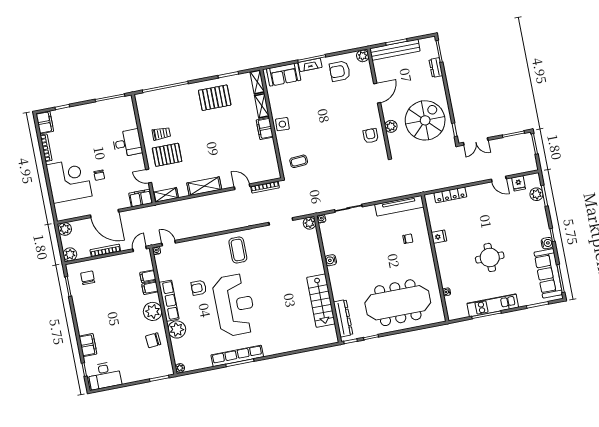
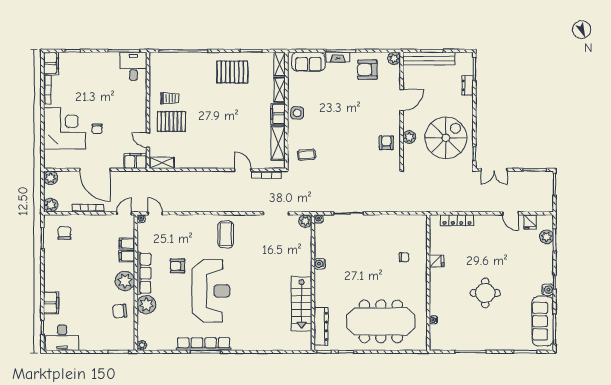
desk: (127, 143) -> (133, 66), moved, turned -90
shelving: (204, 186) -> (278, 143), moved, turned 90
tv unit: (399, 206) -> (402, 221), removed
kitchen unit: (493, 305) -> (479, 343), removed

